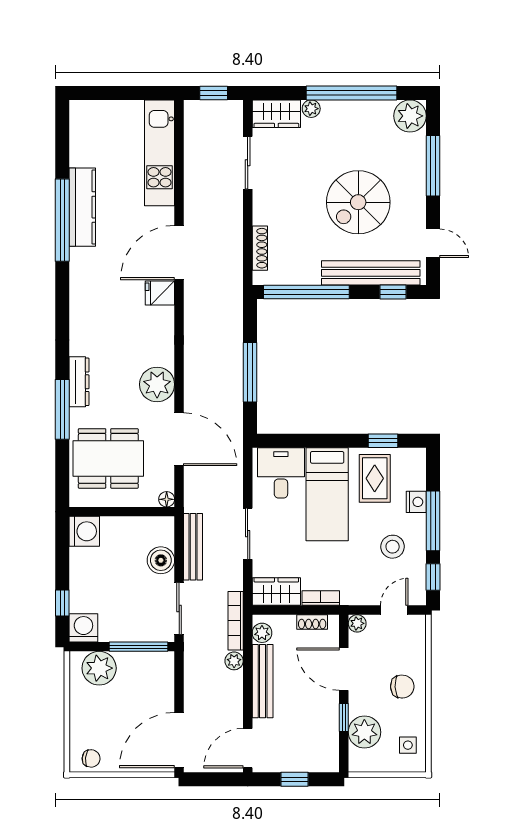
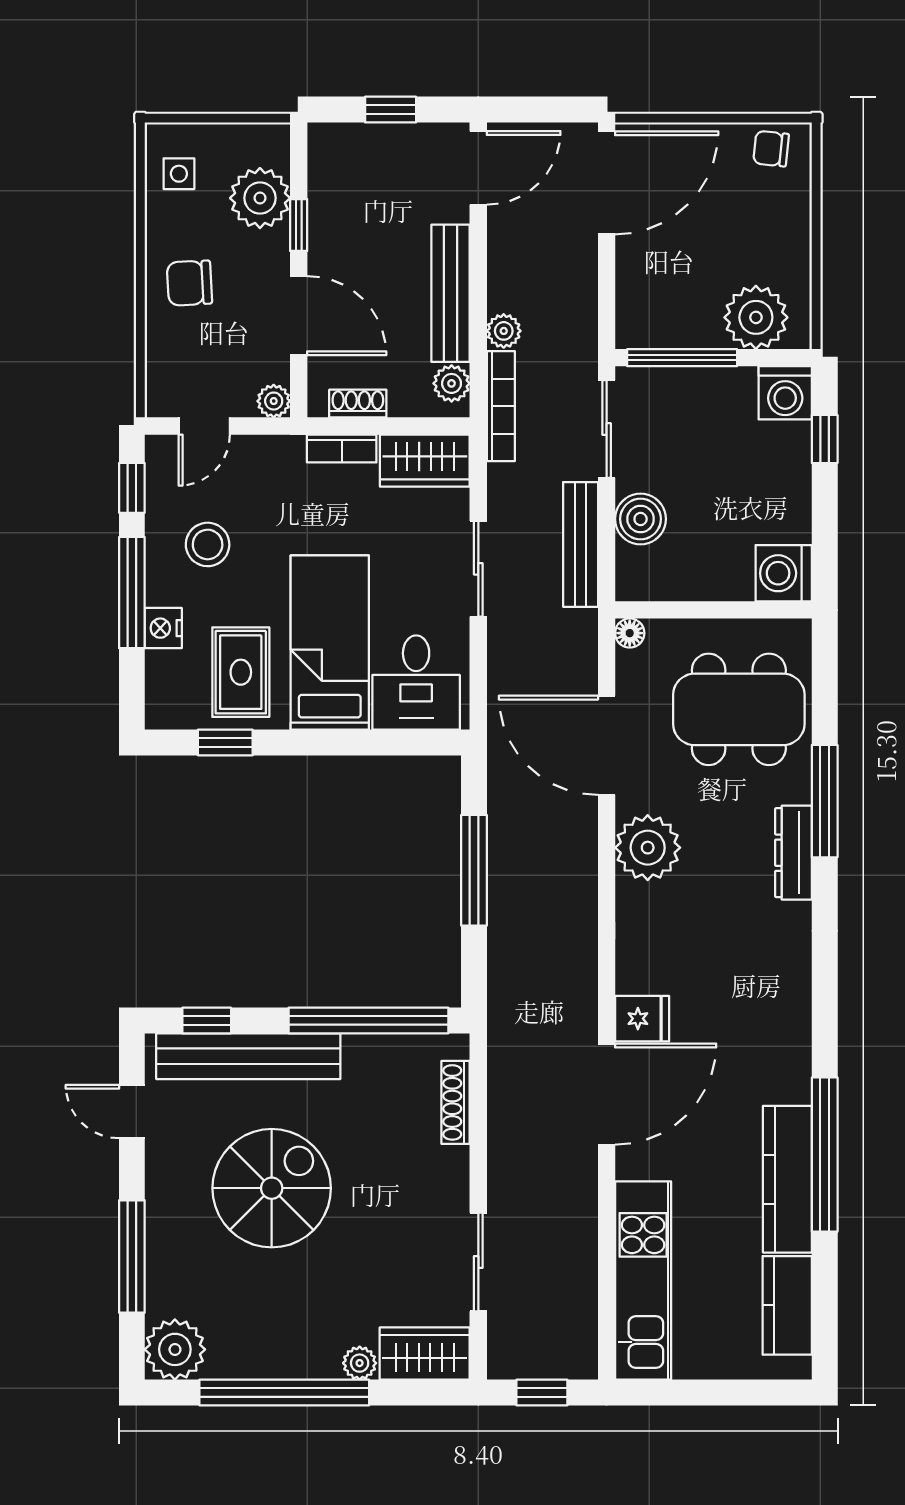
kitchen counter: (82, 140) -> (787, 1305), added

